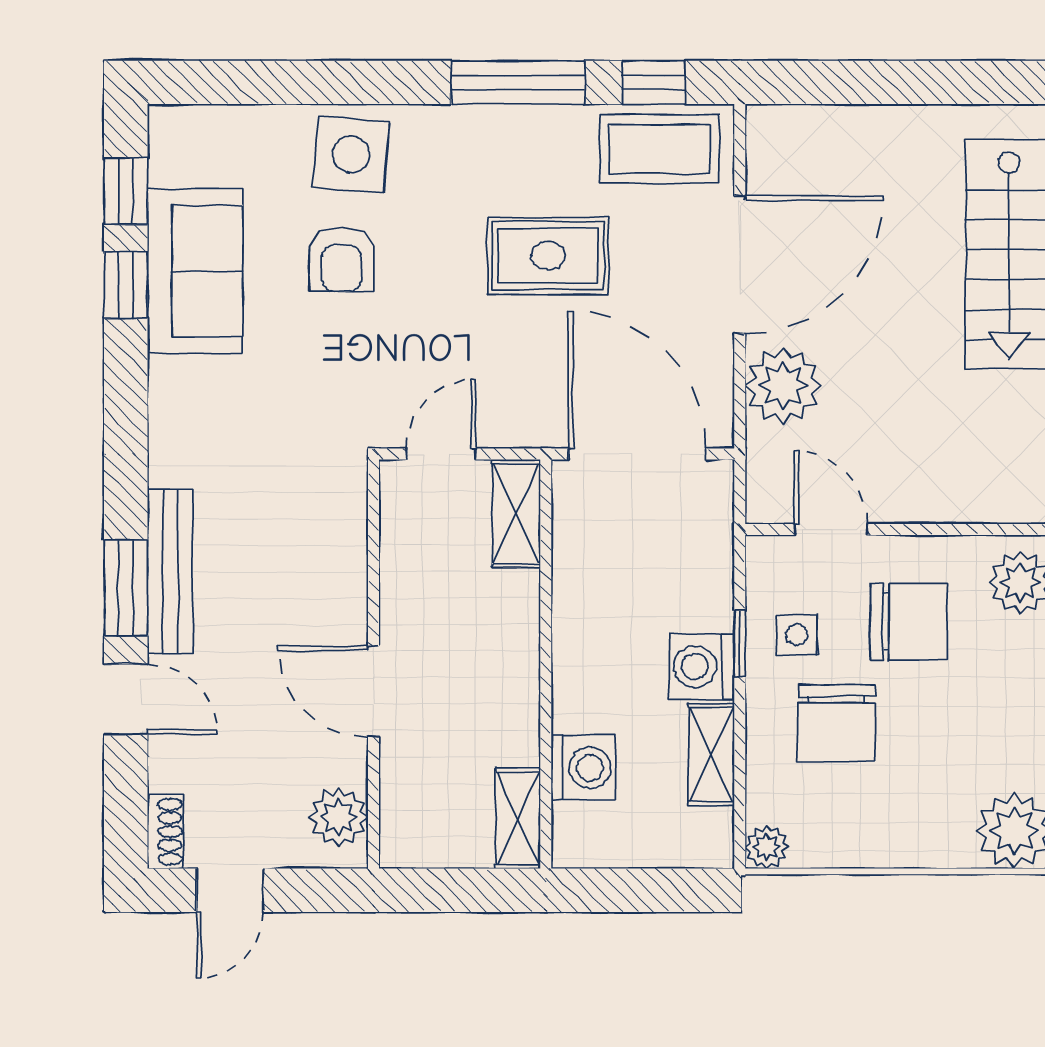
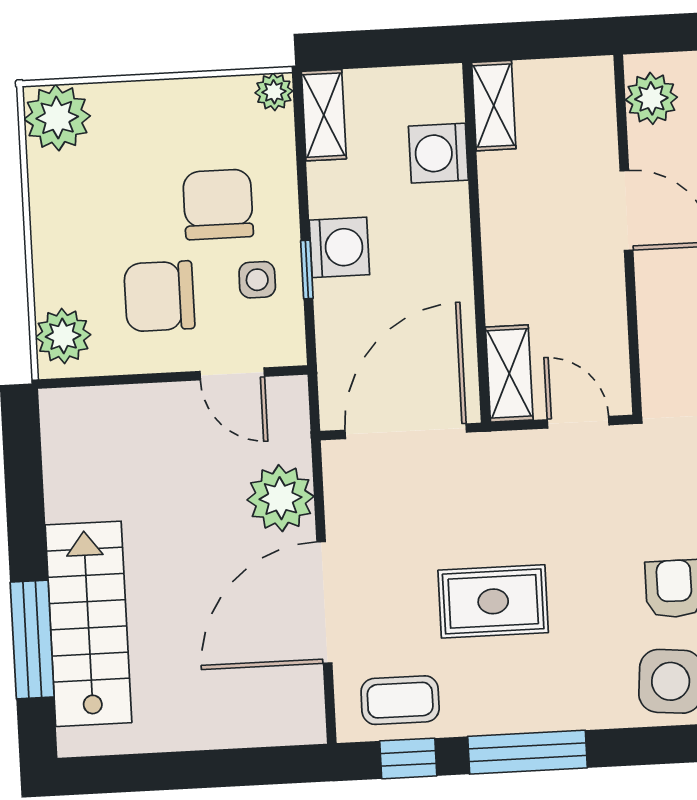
coffee table: (660, 149) -> (400, 700), width x0.73, depth x0.77
door: (441, 454) -> (578, 422), swing flipped
door: (637, 454) -> (406, 431), swing flipped
shelving: (711, 755) -> (324, 115), moved

